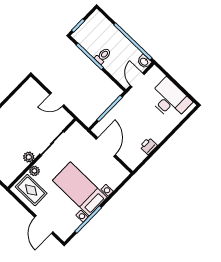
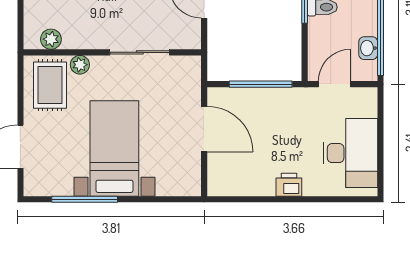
washbasin: (144, 62) -> (368, 48), moved
printer: (148, 146) -> (289, 185), moved
door: (106, 147) -> (204, 129), hinge flipped
plant: (29, 157) -> (51, 39), moved

